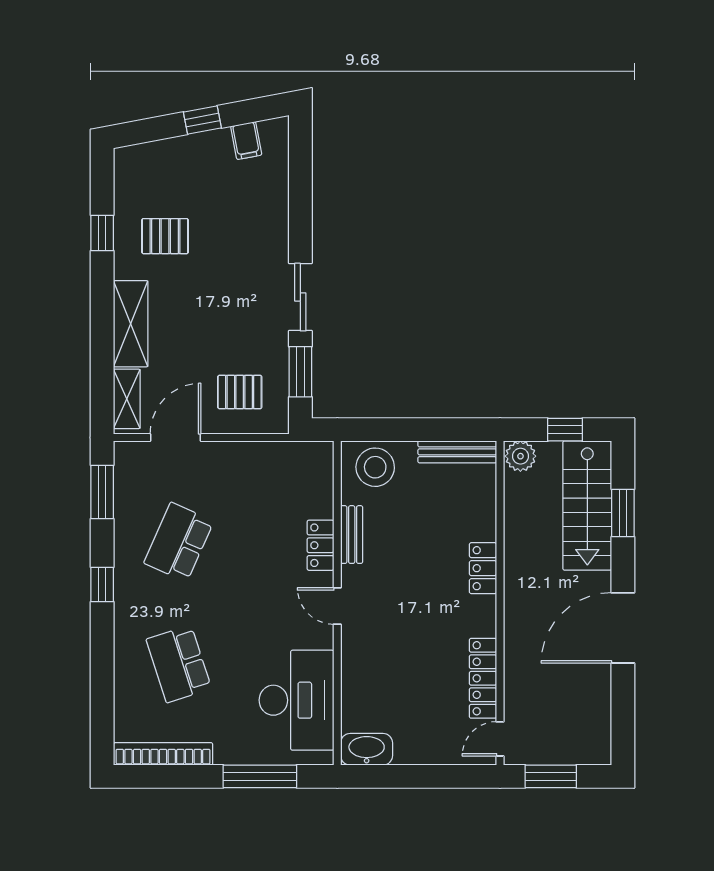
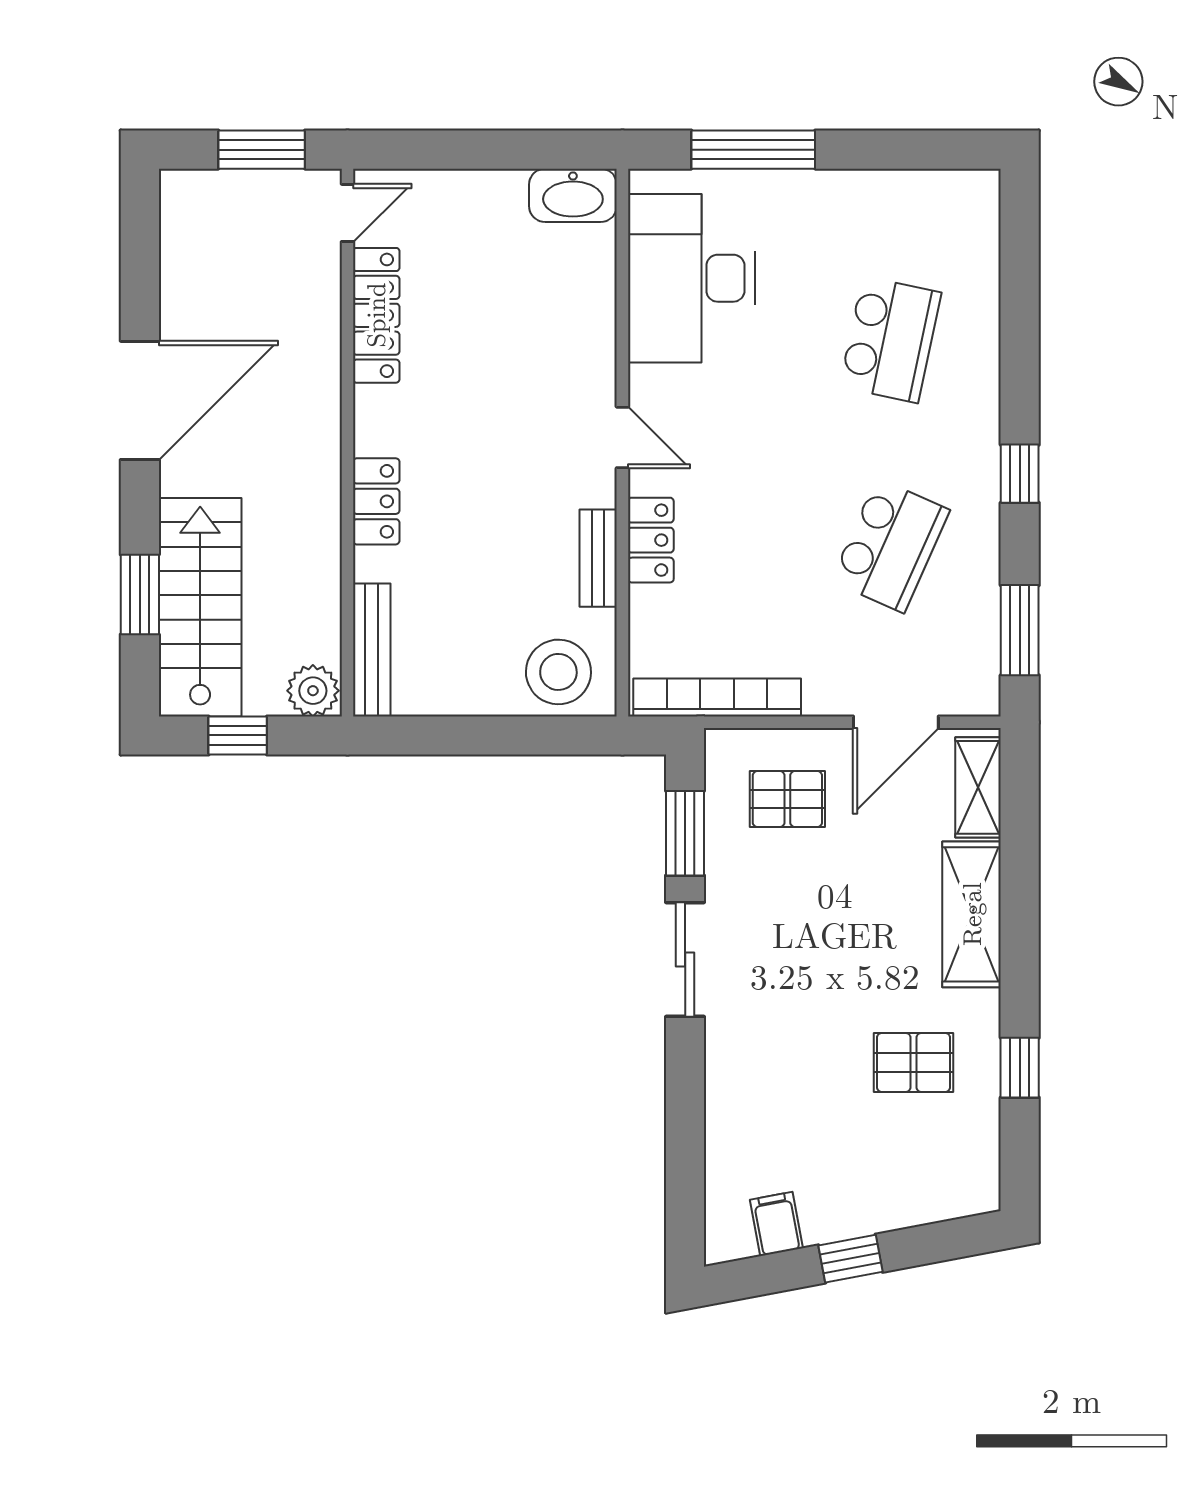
bench: (457, 452) -> (372, 650), moved, turned 90
school desk: (179, 664) -> (890, 340), turned 30
bookcase: (163, 754) -> (717, 697), moved, turned 180

